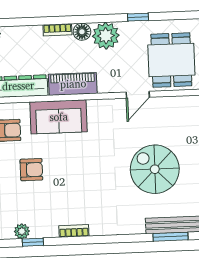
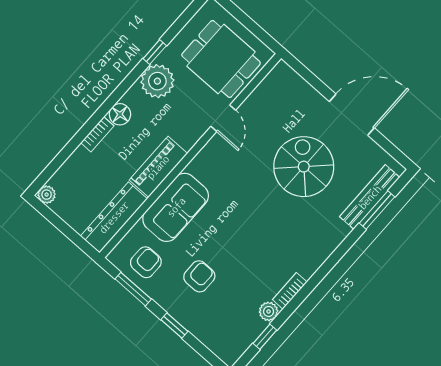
plant: (106, 36) -> (157, 81), moved
spiral stairs: (155, 169) -> (304, 167), turned 90
plant: (22, 231) -> (269, 311), moved

